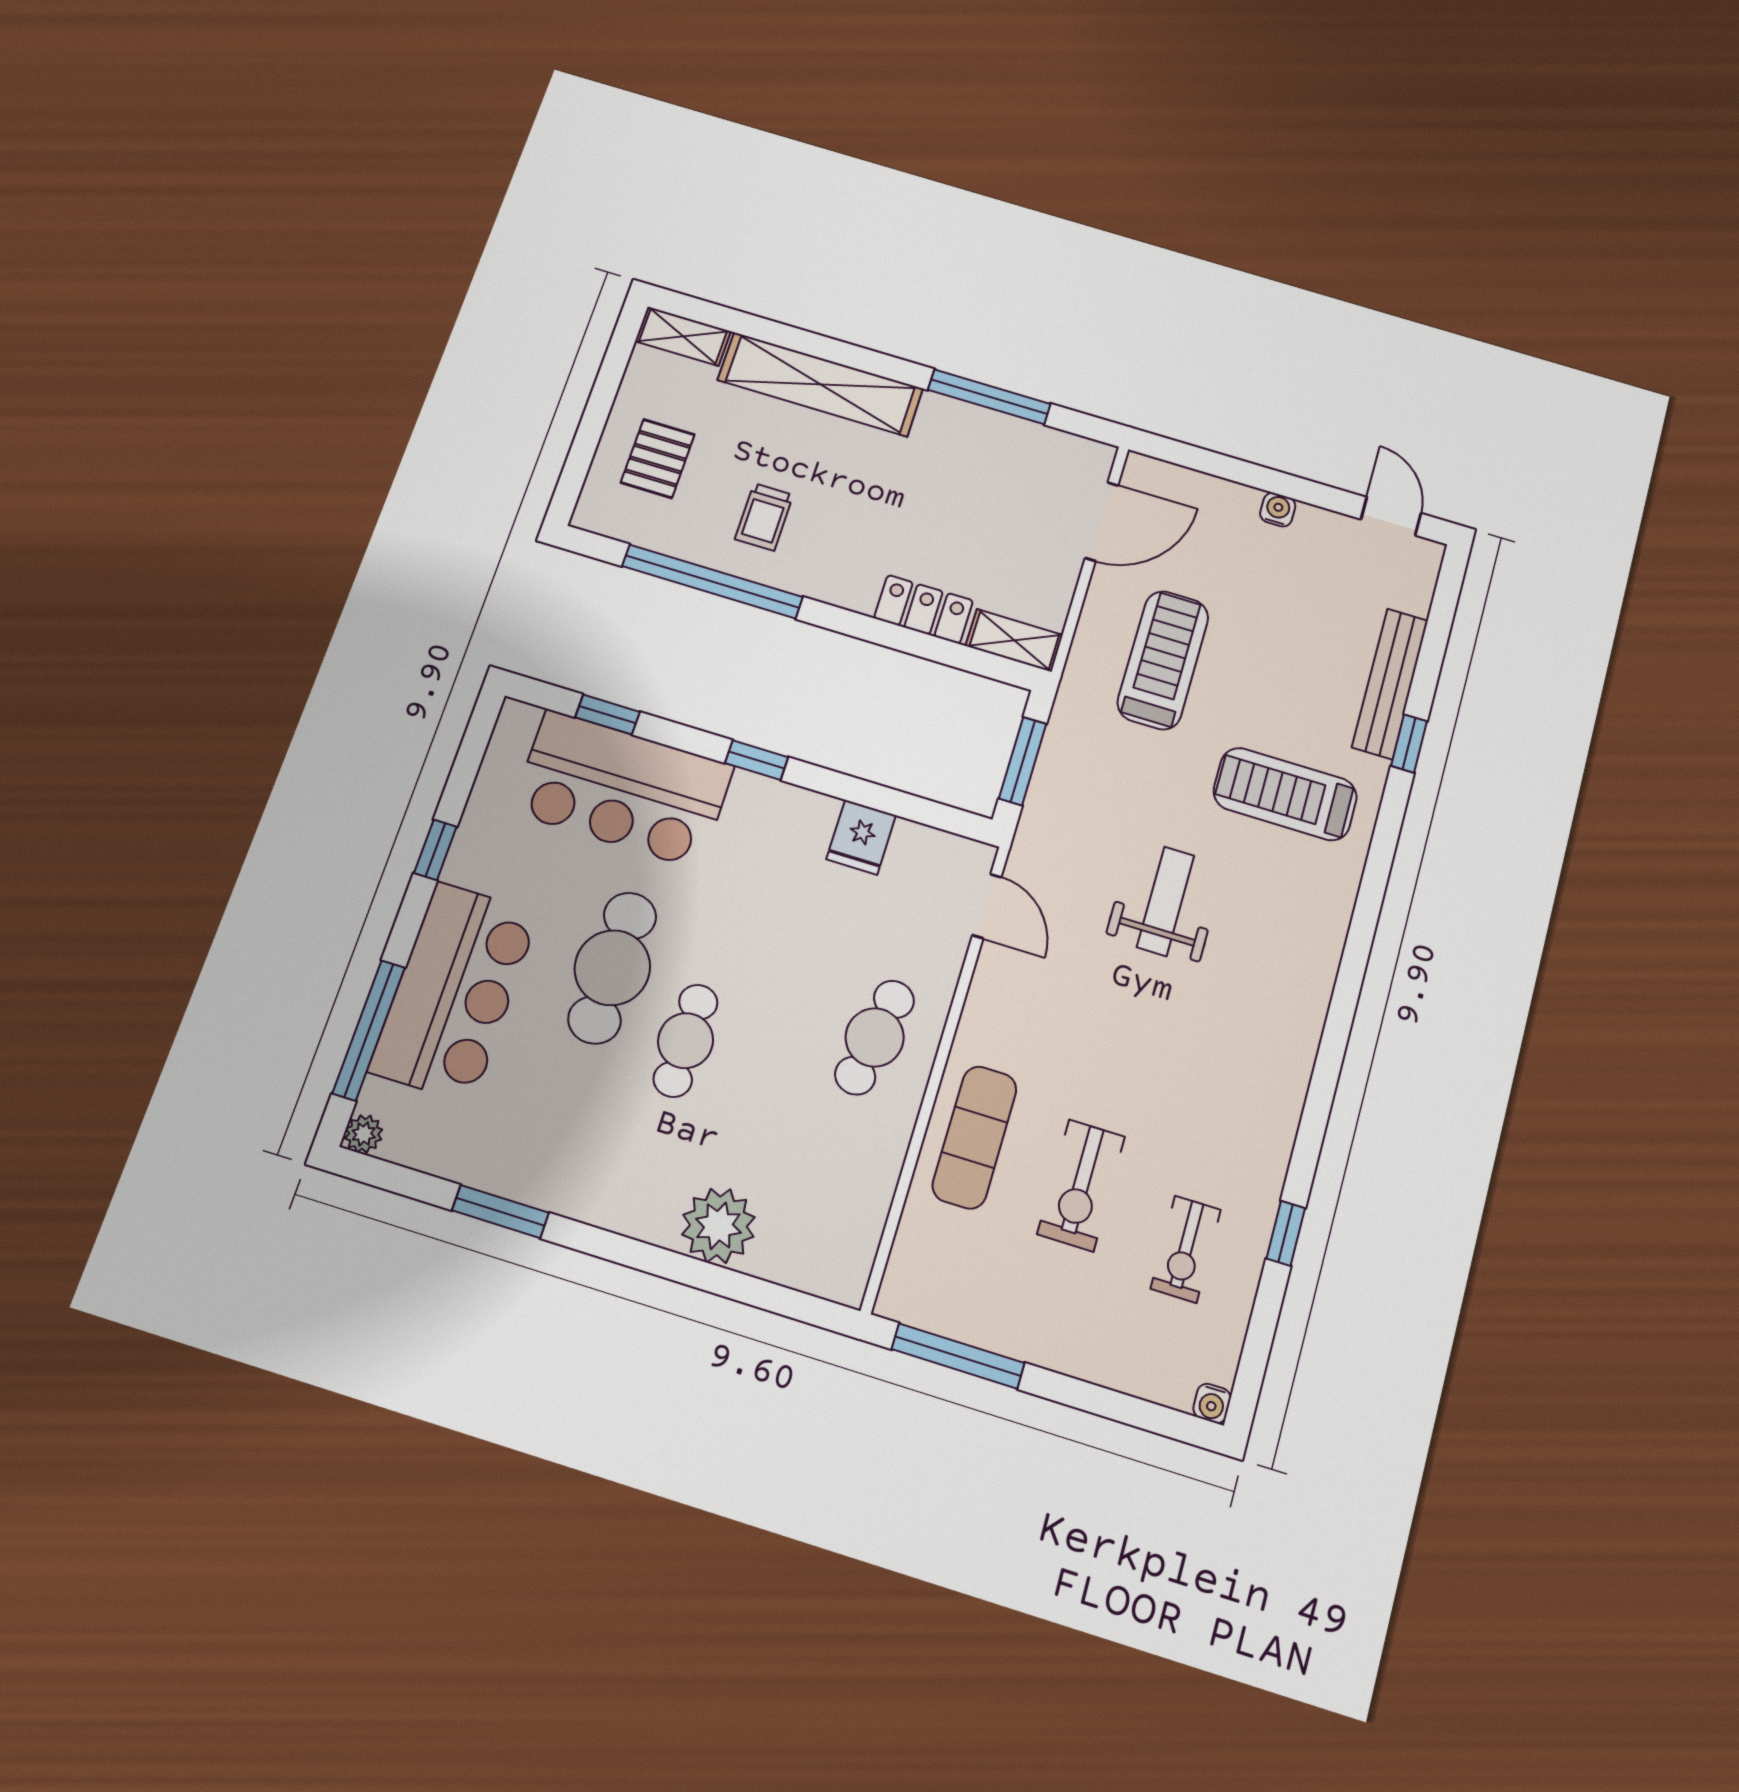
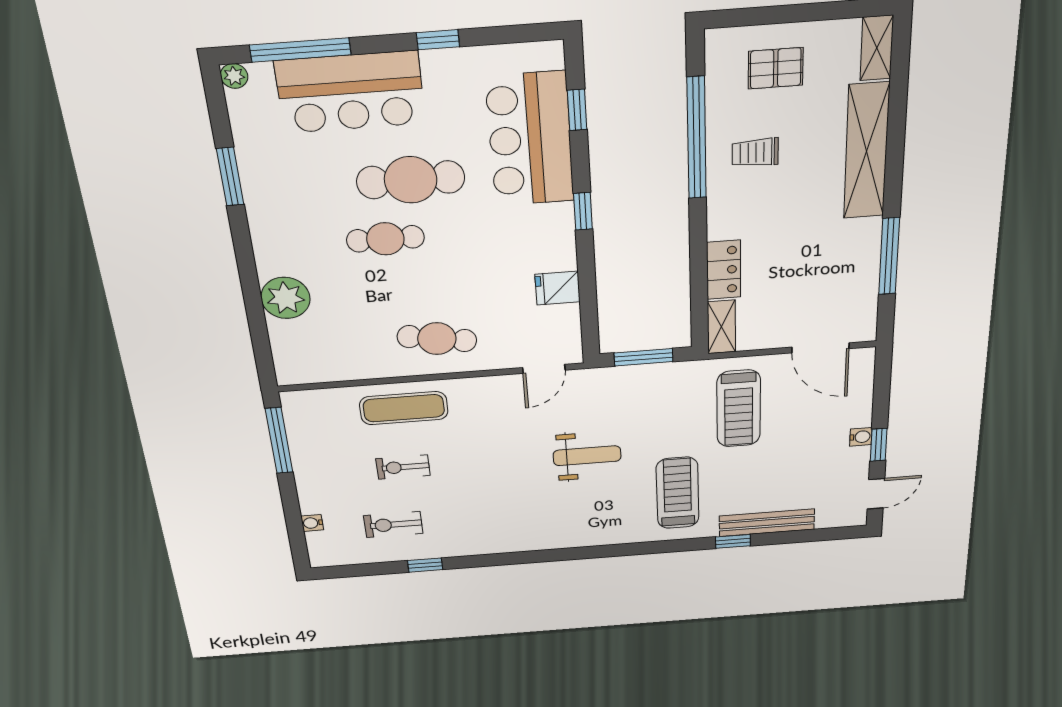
window: (1301, 490) -> (879, 445), added
treadmill: (1163, 660) -> (739, 409), turned 90
exercise bike: (1081, 1185) -> (403, 467), width x0.73, depth x0.72
water cooler: (1212, 1403) -> (312, 523), moved

